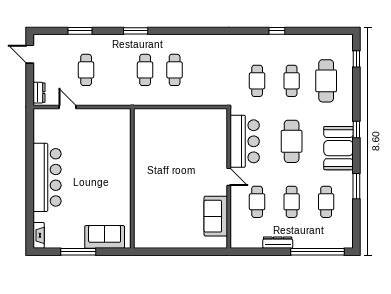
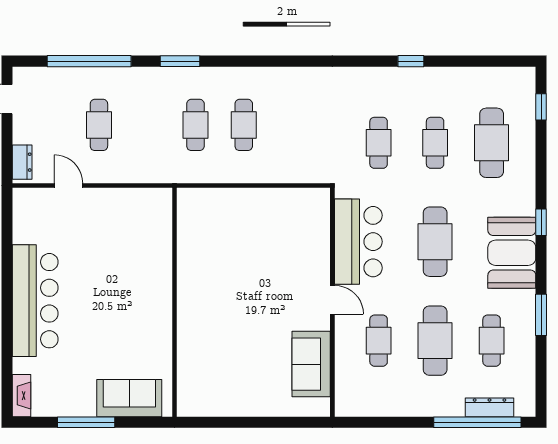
window: (80, 31) -> (89, 61), width x2.11
cafe table: (292, 202) -> (435, 341), width x1.37, depth x1.35
dresser: (278, 243) -> (490, 407), moved

